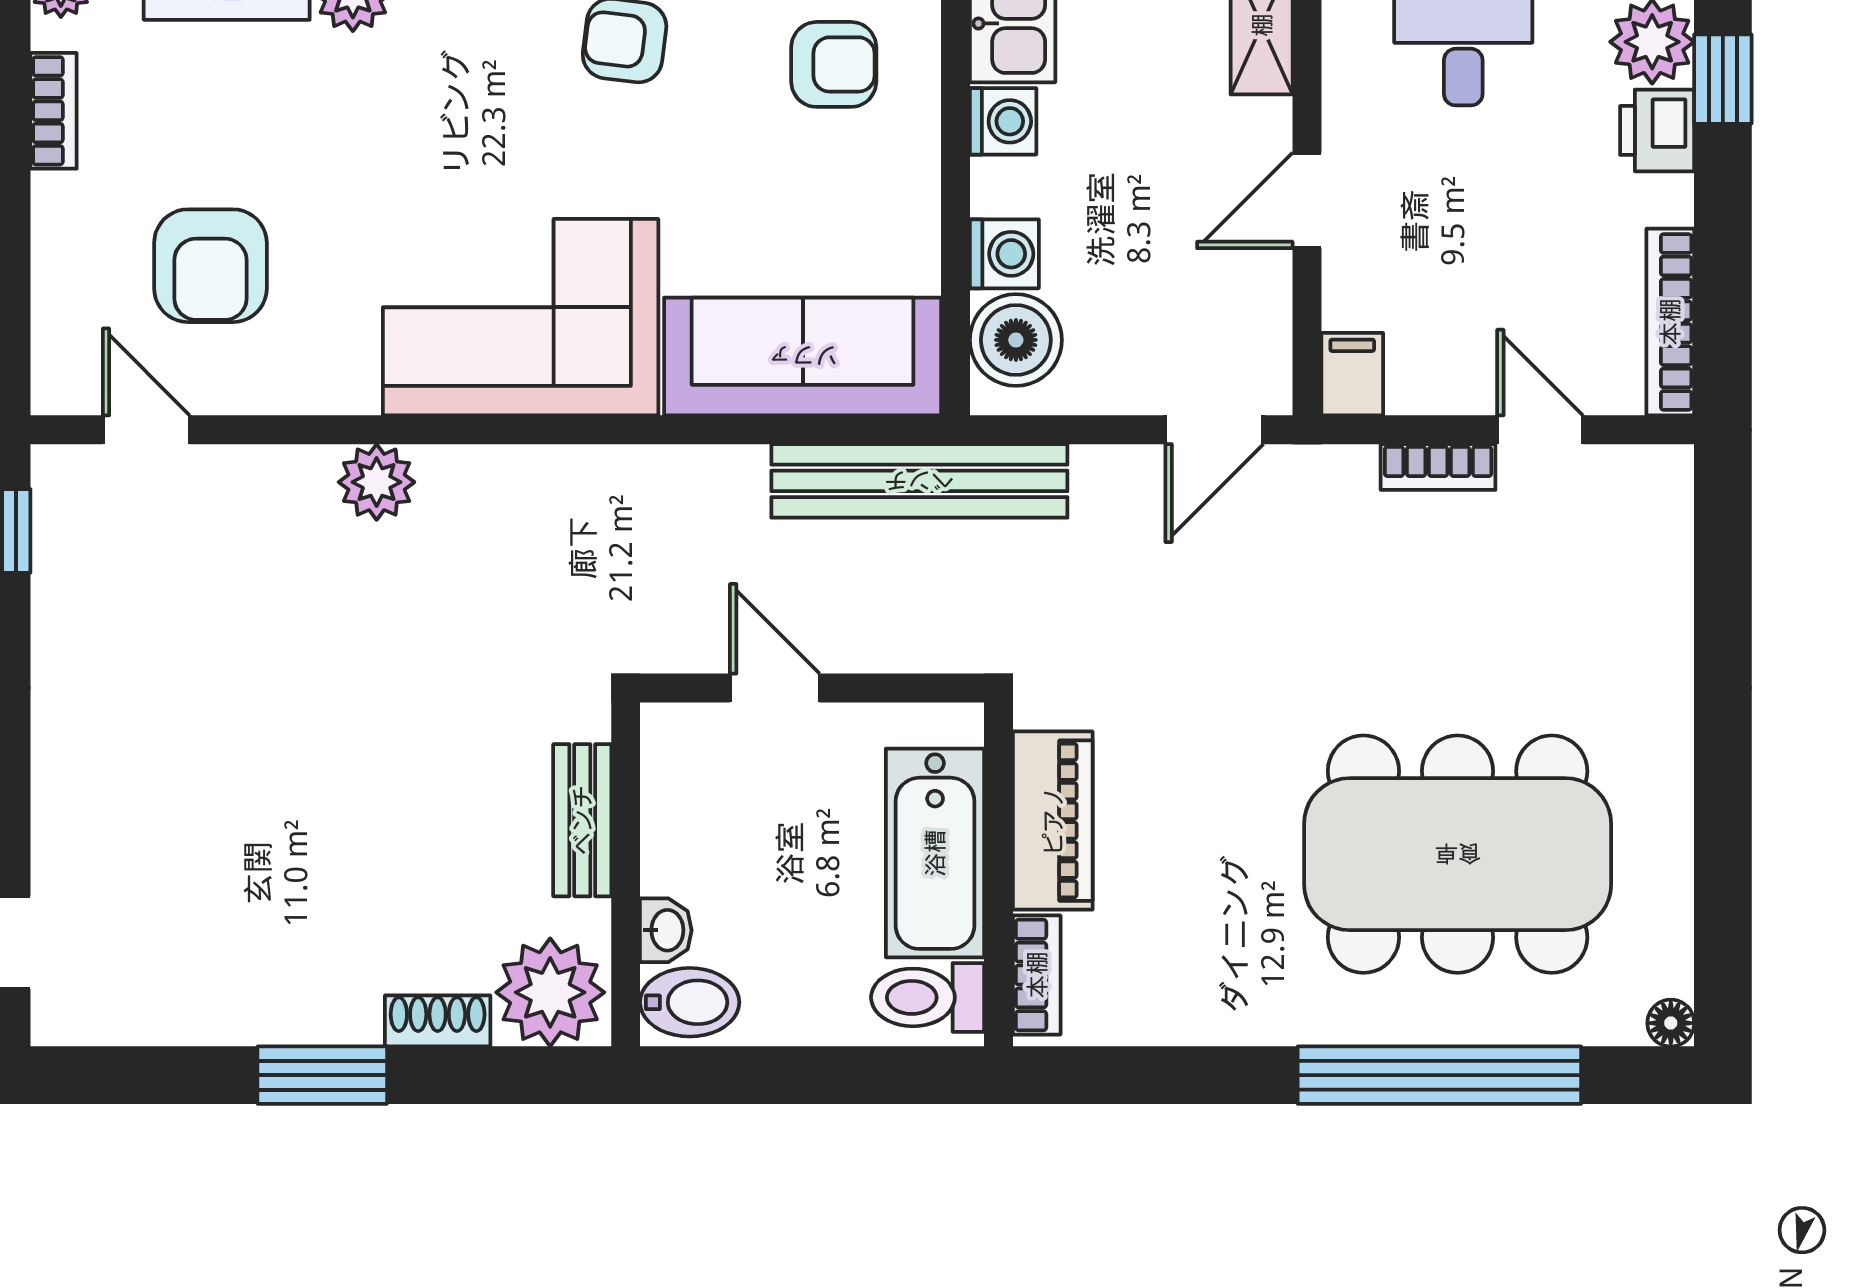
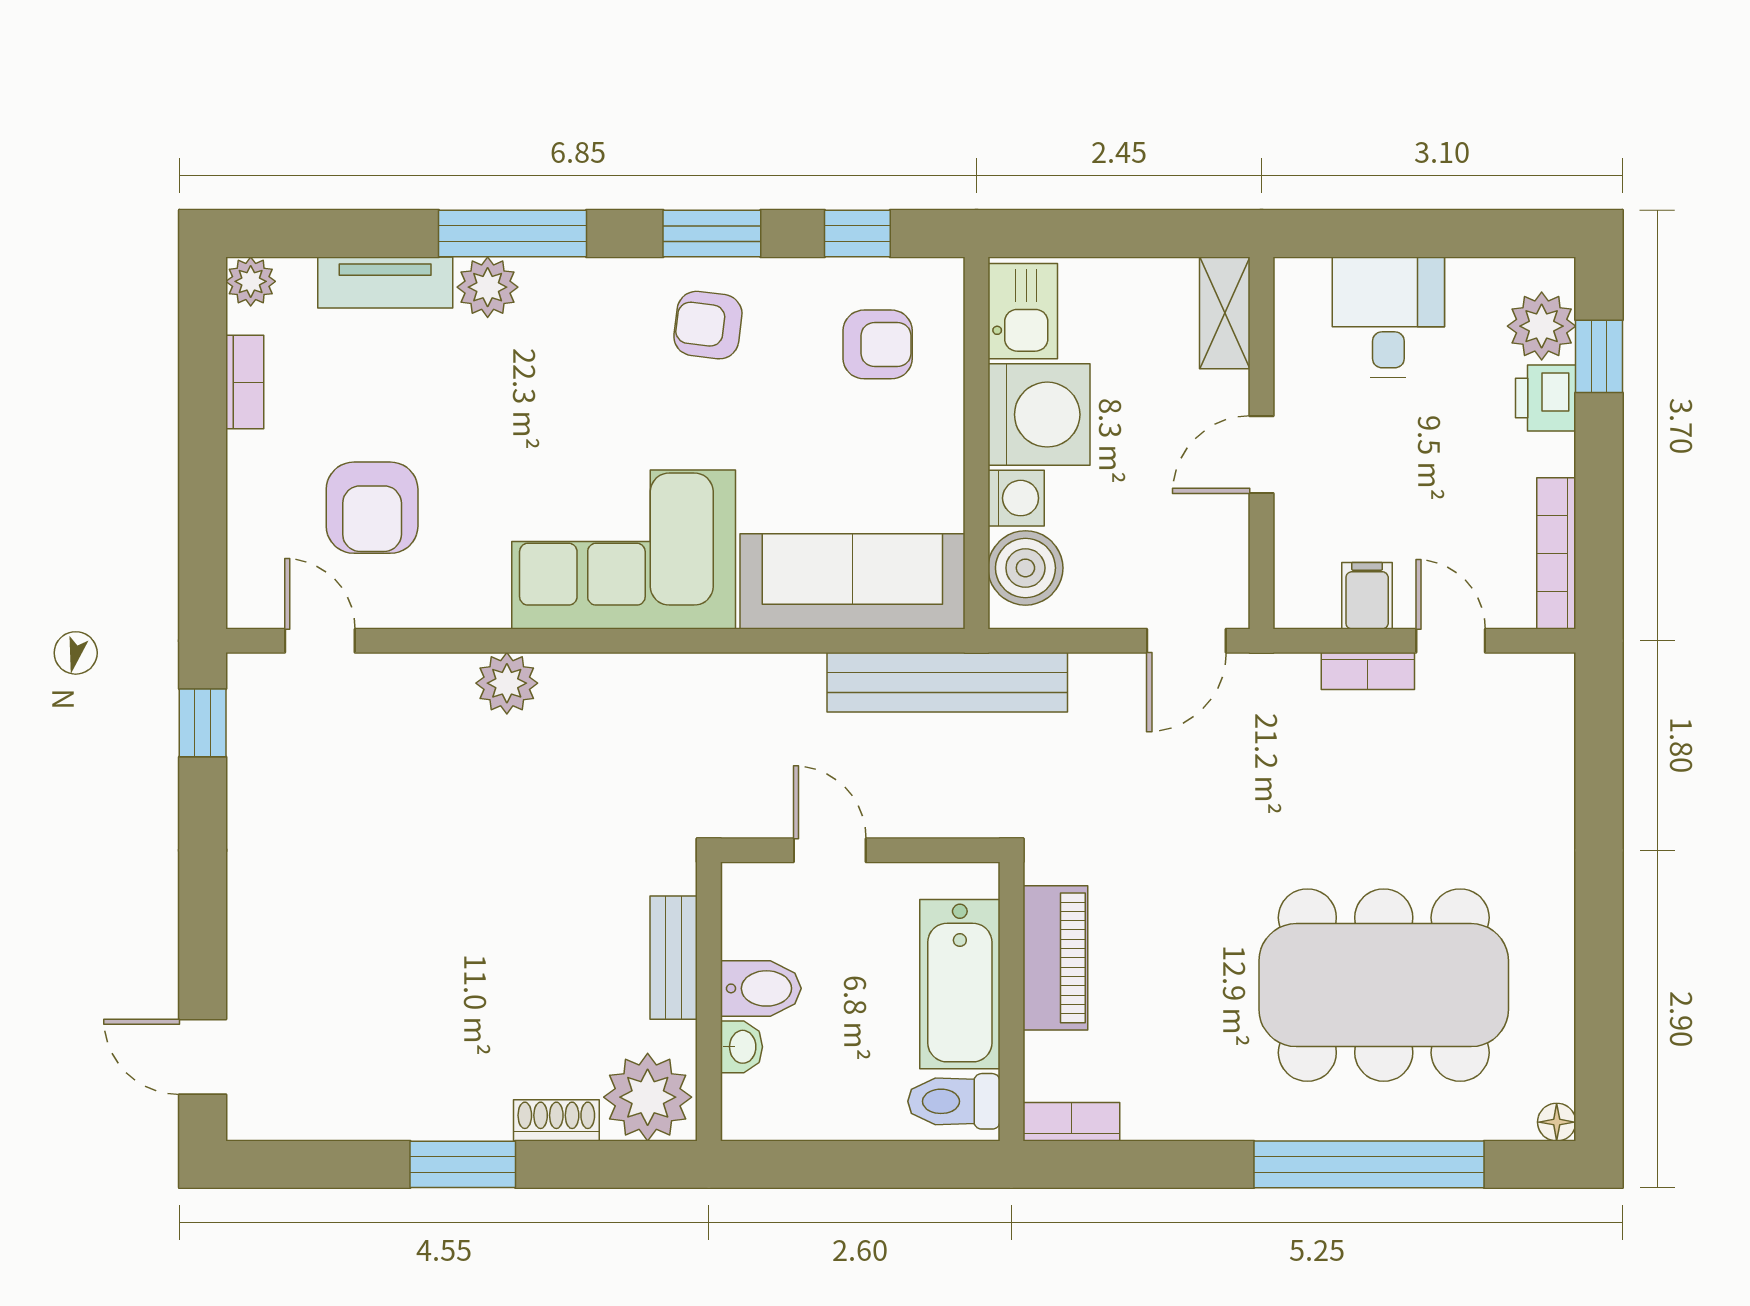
washing machine: (1003, 121) -> (1039, 415), width x1.89, depth x1.89
filing cabinet: (1352, 374) -> (1367, 596), moved
bookcase: (1037, 975) -> (1071, 1122), moved, turned -90
bidet: (690, 1002) -> (761, 988), moved

